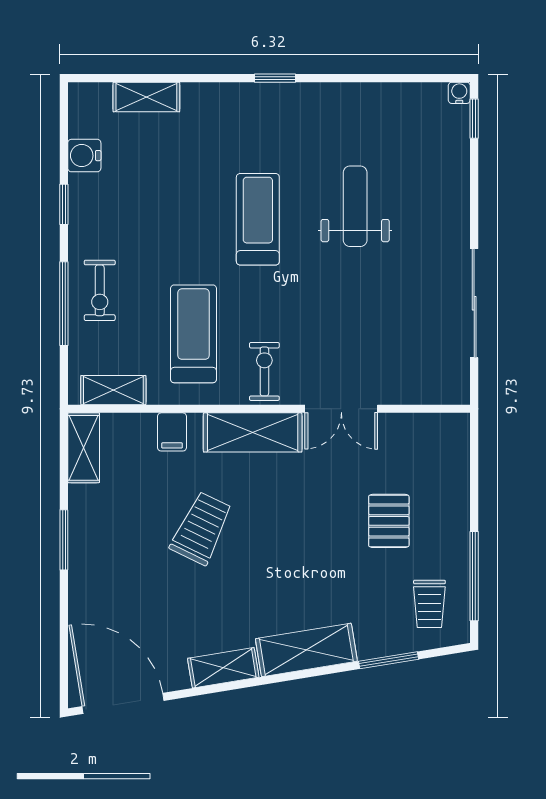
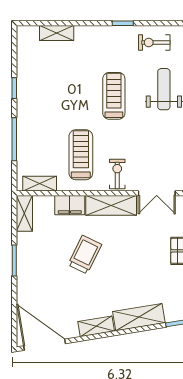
water cooler: (84, 156) -> (25, 63), removed
exercise bike: (100, 290) -> (154, 42), moved, turned 90
filing cabinet: (172, 432) -> (70, 205), width x2.00

